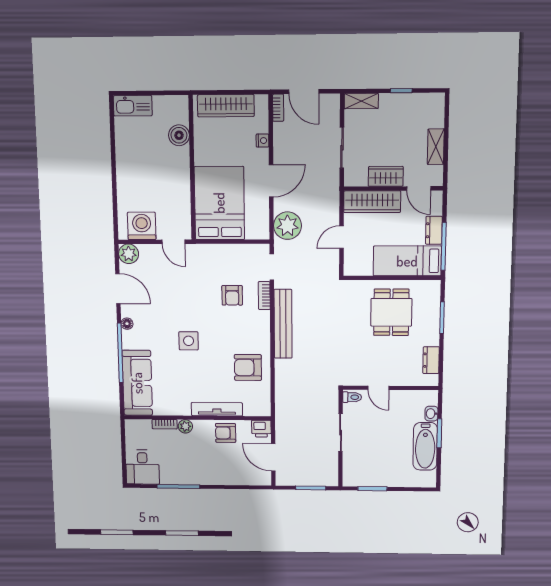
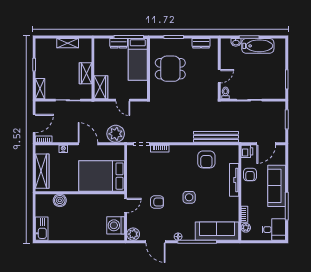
door: (419, 188) -> (93, 53), removed
wardrobe: (372, 202) -> (101, 87), width x0.67
door: (118, 289) -> (155, 242), swing flipped
armchair: (232, 295) -> (157, 202), moved
bench: (283, 324) -> (216, 137), moved
plant: (185, 426) -> (246, 228), moved
sofa: (209, 472) -> (277, 186), added

